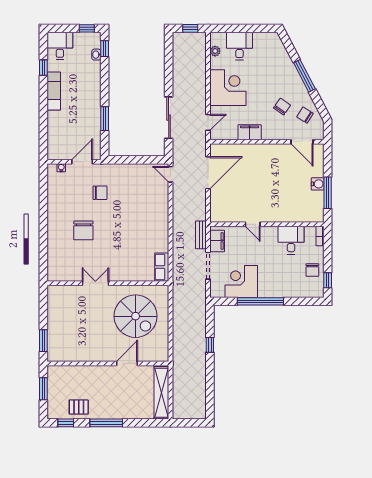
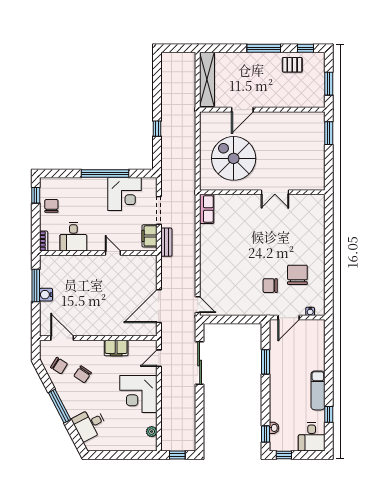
desk: (239, 46) -> (90, 424), moved, turned 62
chair: (83, 230) -> (297, 275), moved

